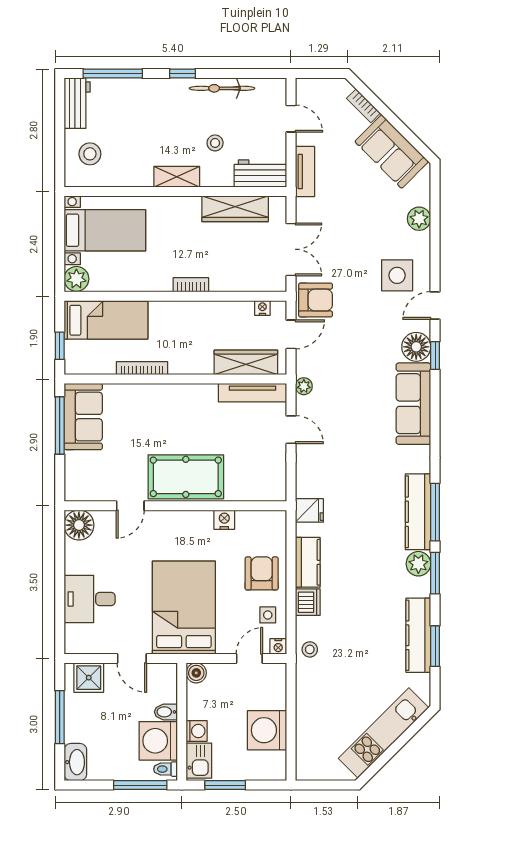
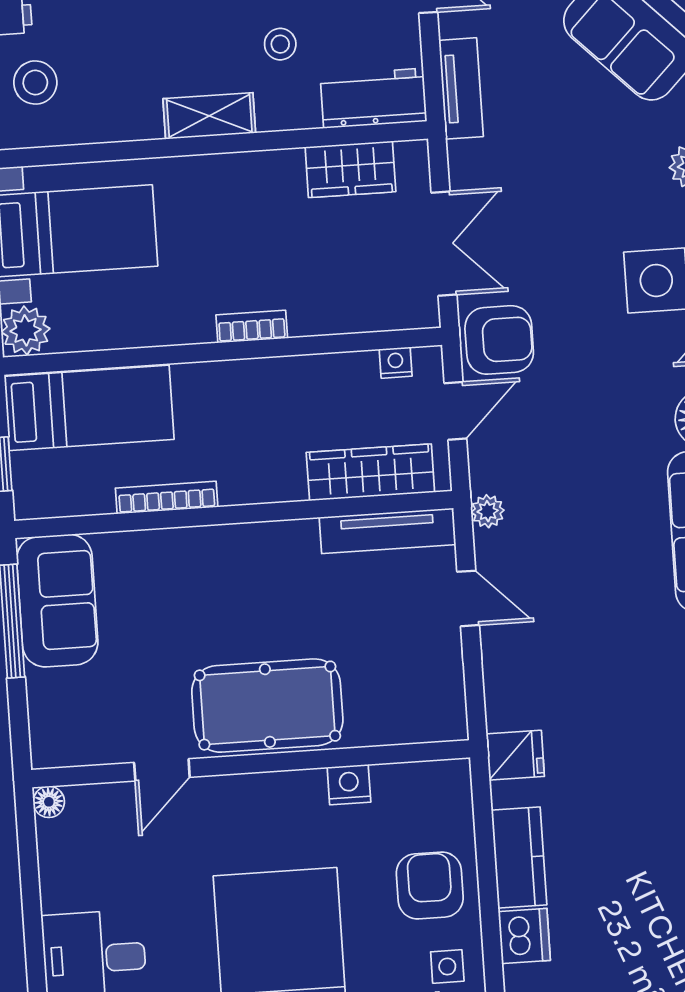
wardrobe: (235, 209) -> (350, 169), width x0.67
floor lamp: (79, 525) -> (49, 802), width x0.53, depth x0.53

